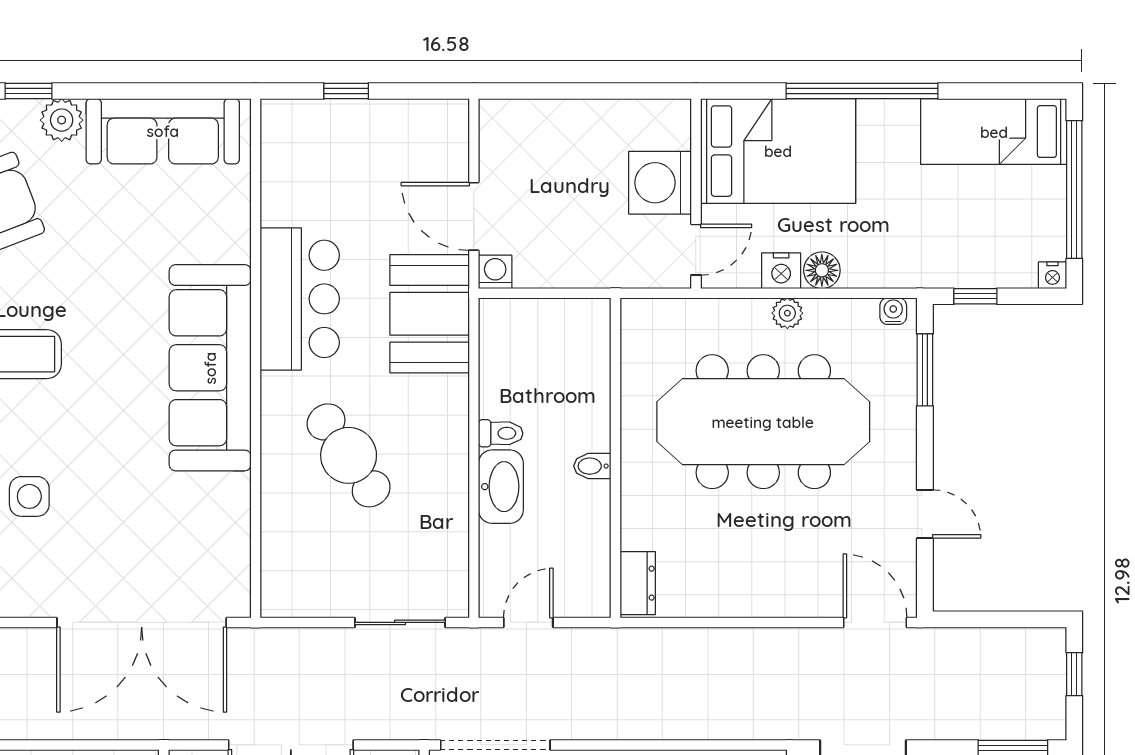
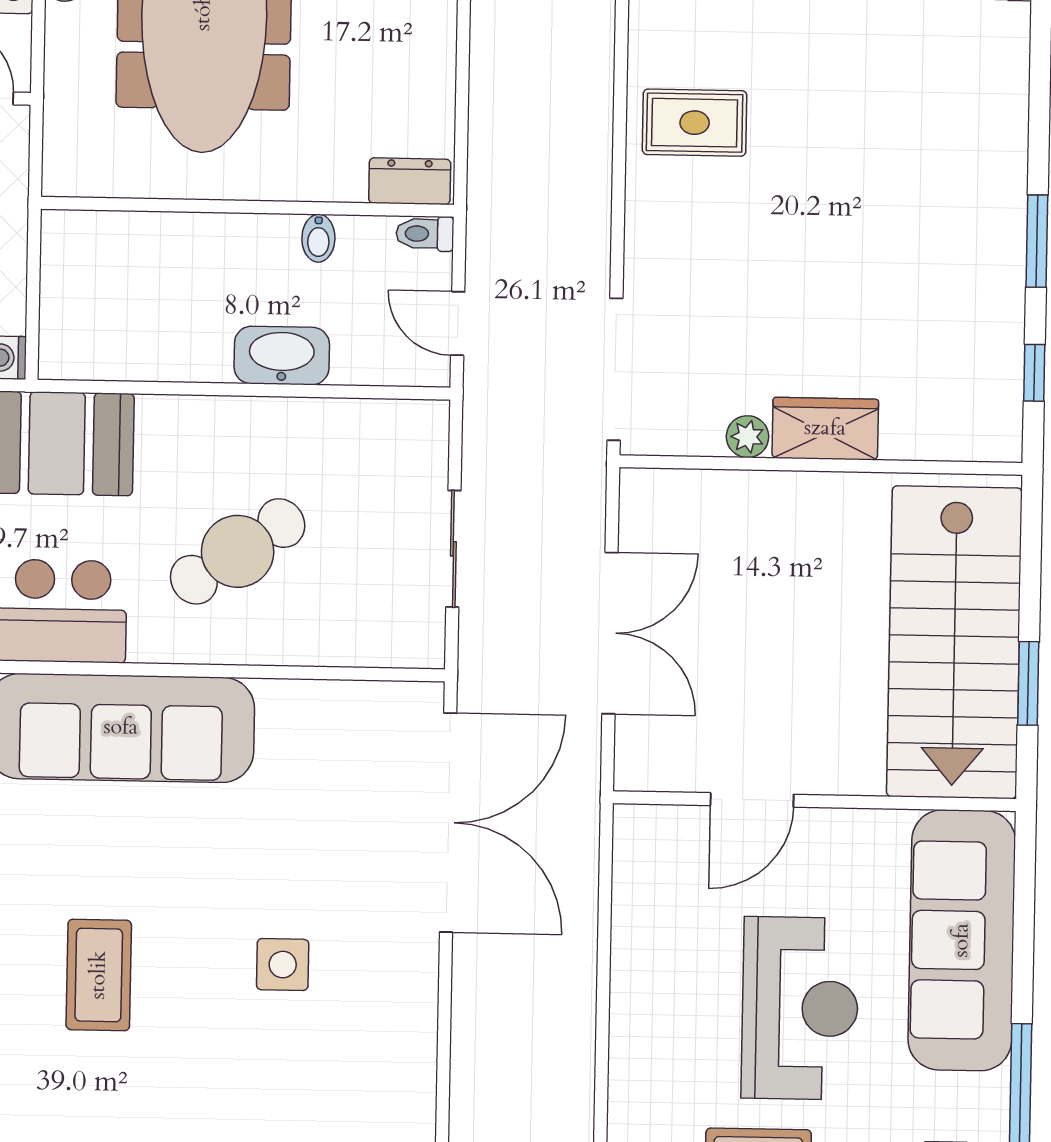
toilet: (501, 433) -> (425, 234), moved, turned -90
bidet: (592, 466) -> (318, 238), moved
sliding door: (400, 622) -> (453, 549), moved

